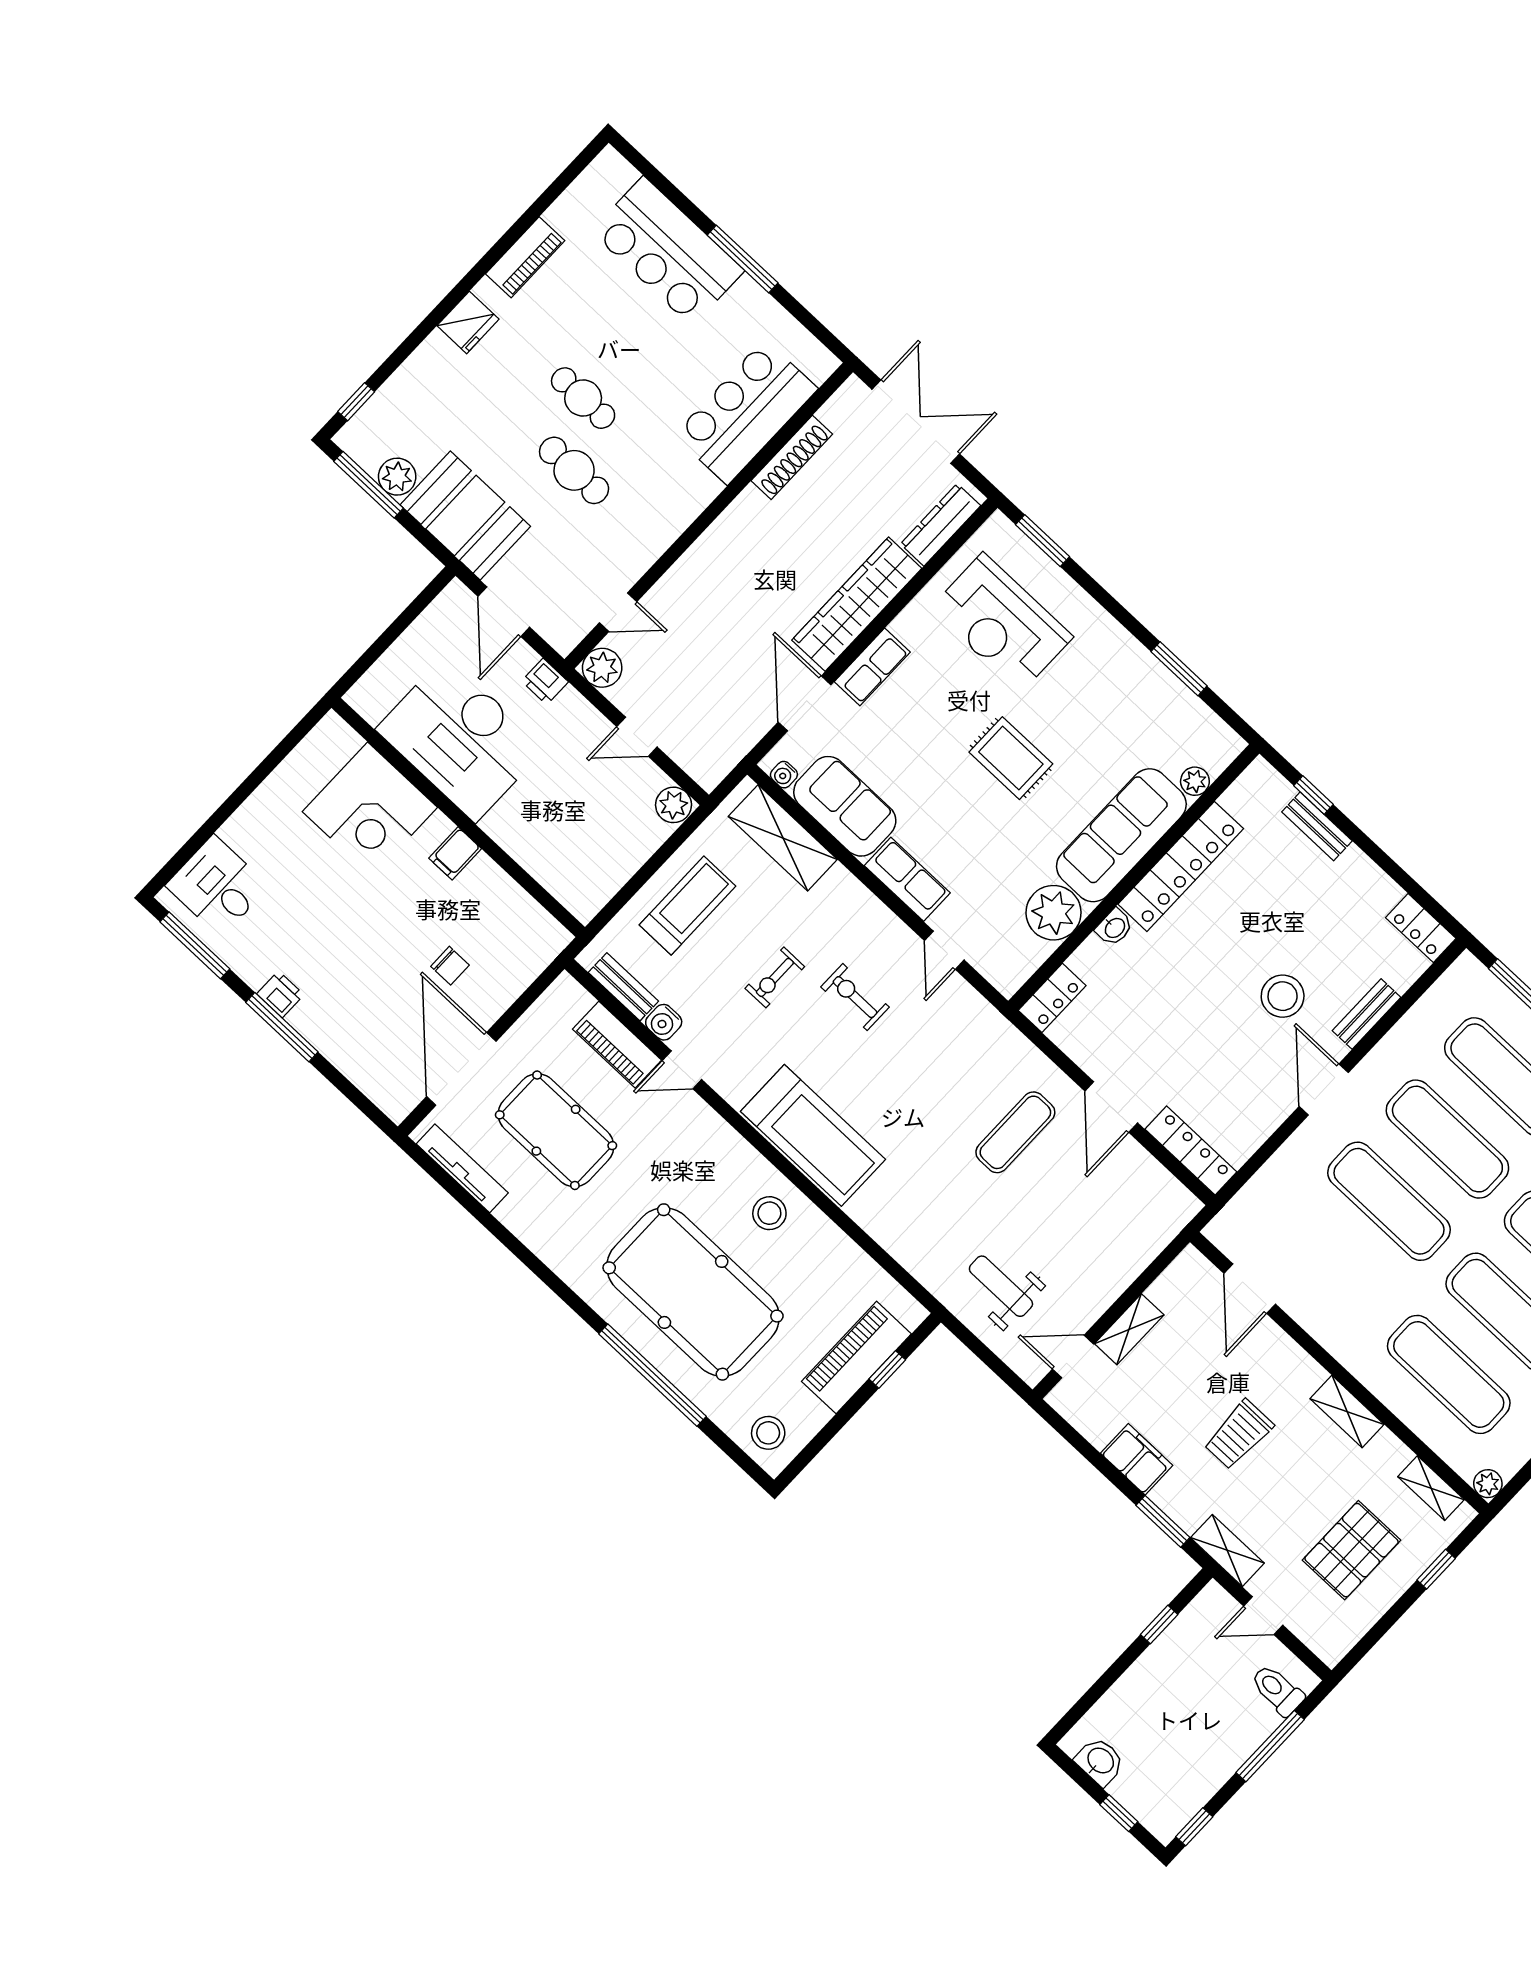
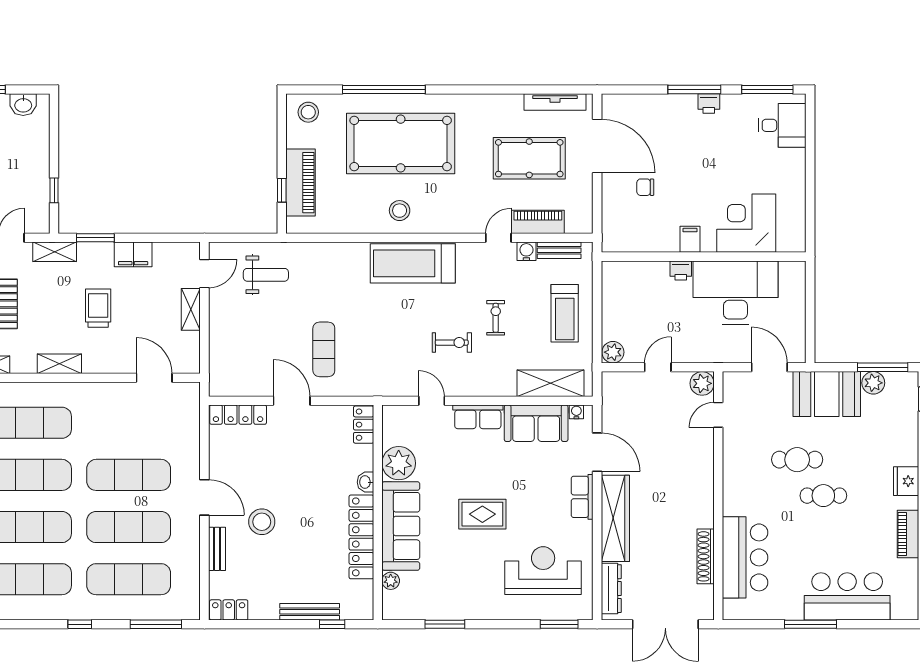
printer: (545, 682) -> (681, 271), moved, turned 180
bench: (1317, 826) -> (310, 612), width x1.36

